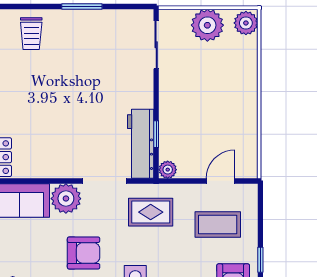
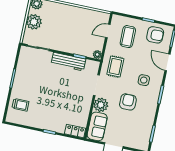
workbench: (141, 144) -> (68, 62), moved
door: (221, 181) -> (108, 31), hinge flipped

